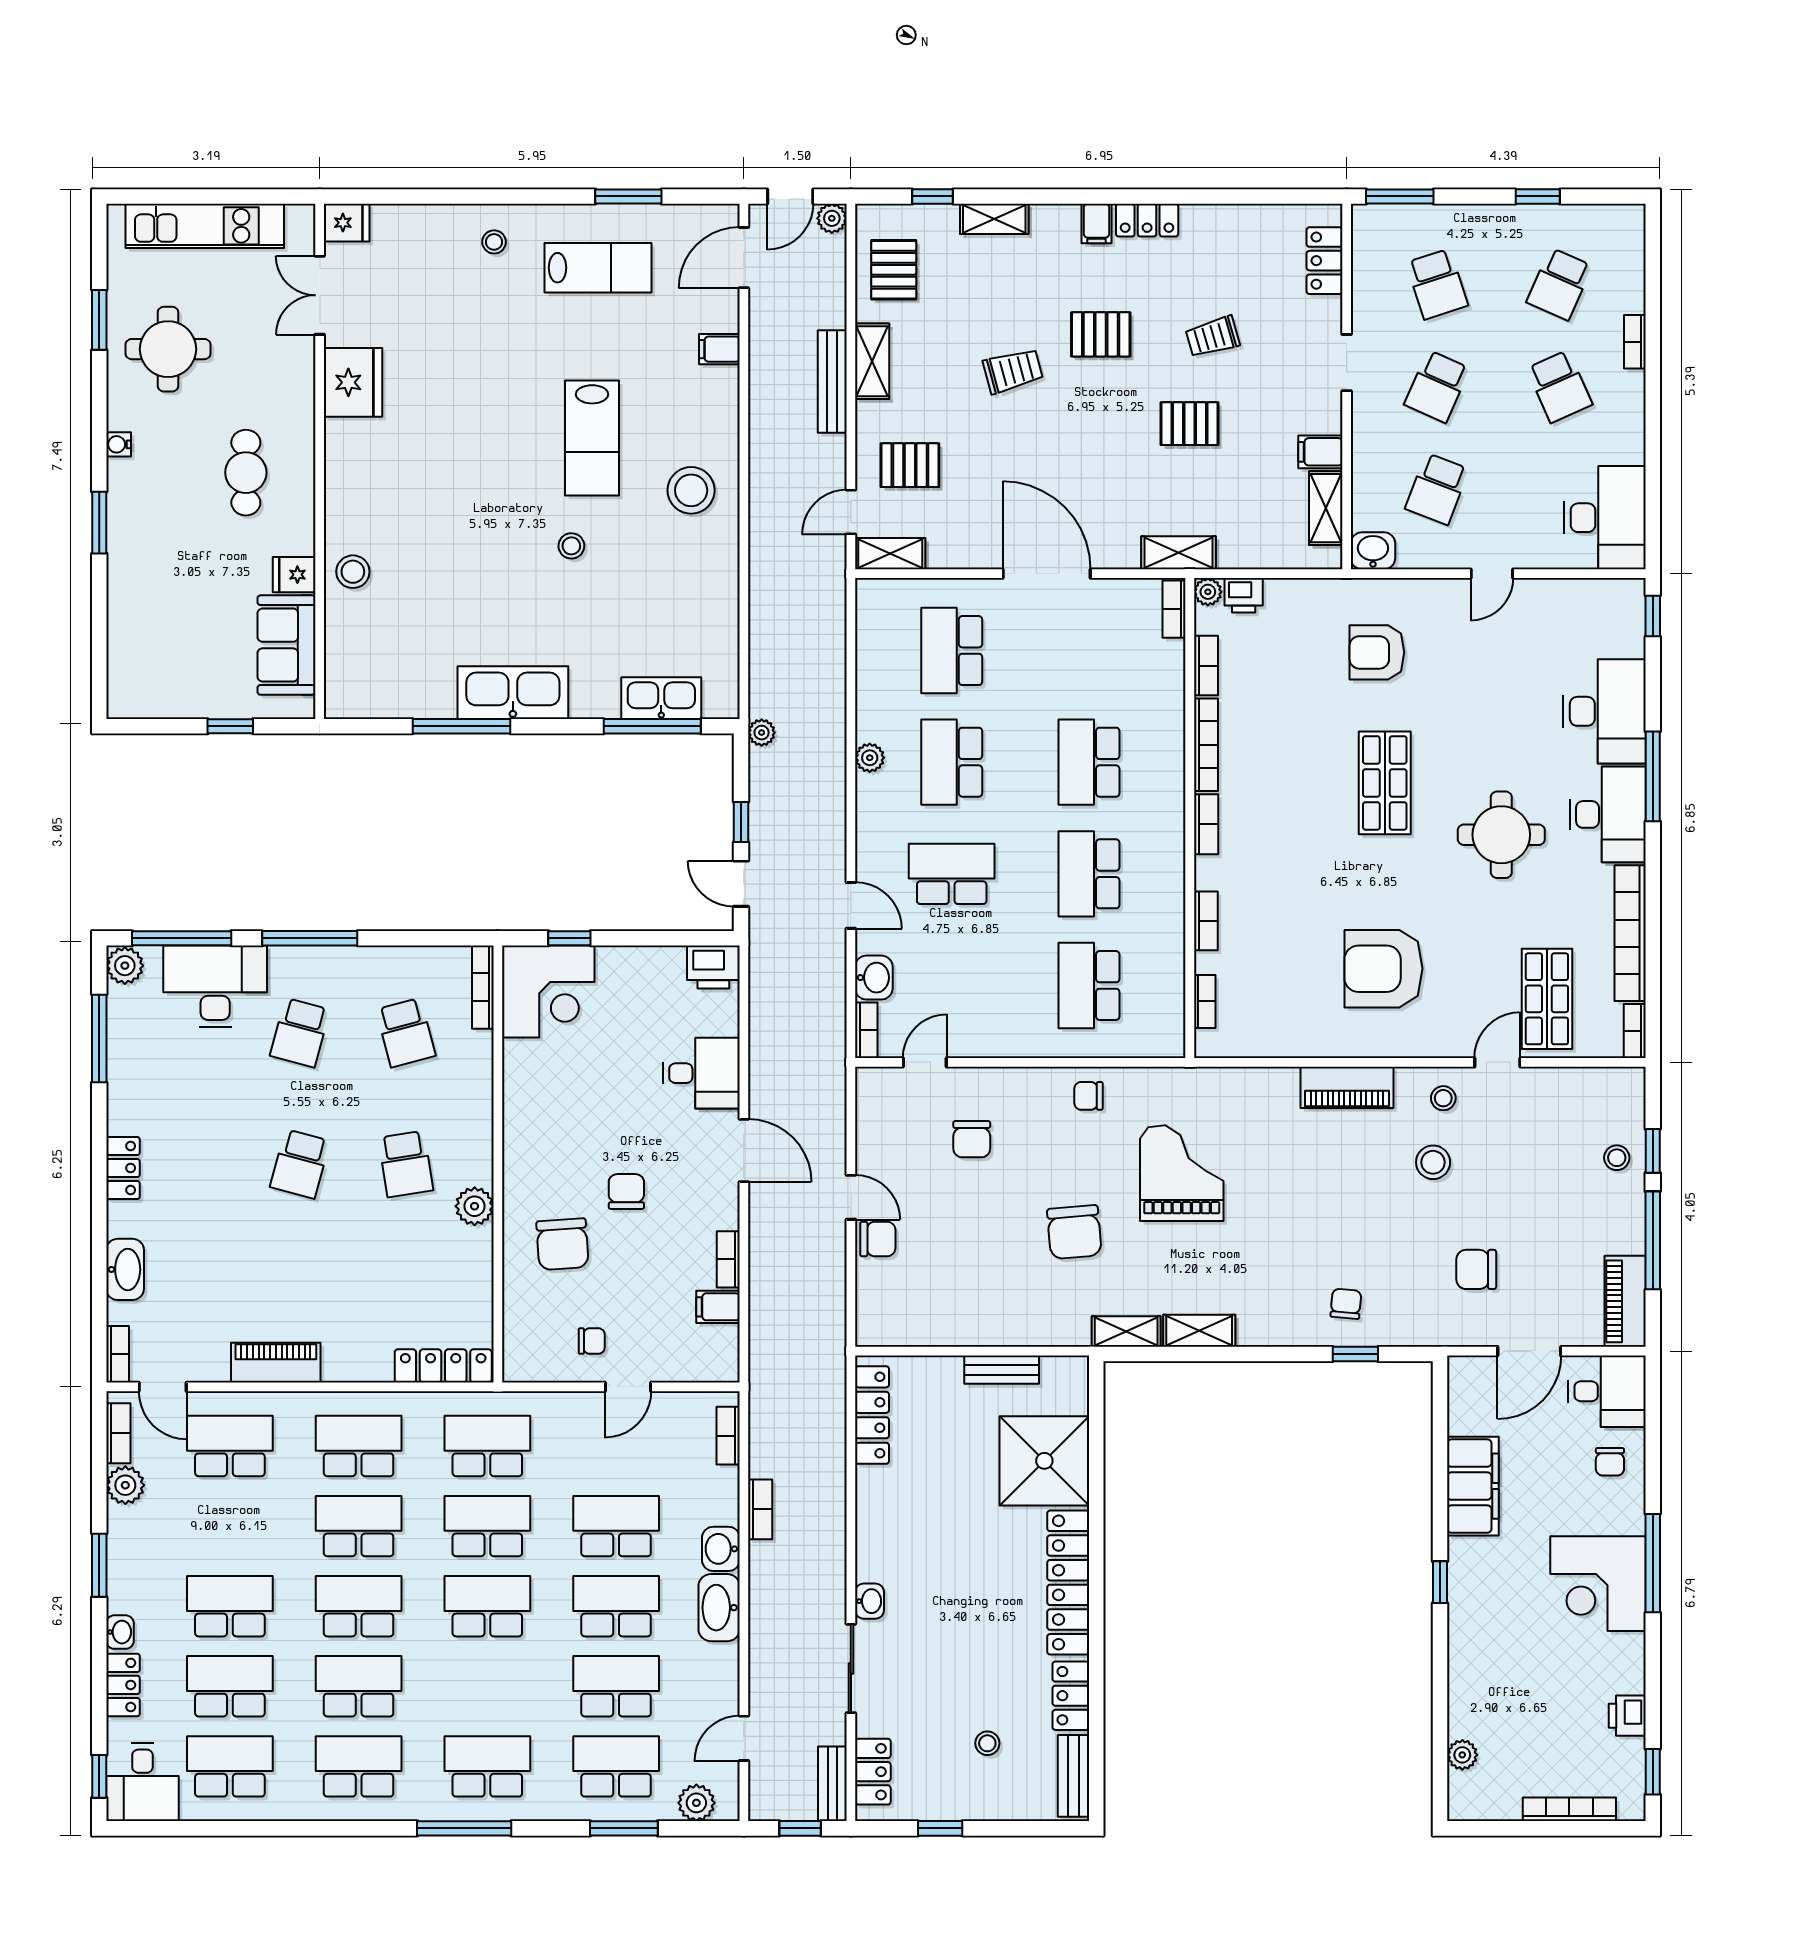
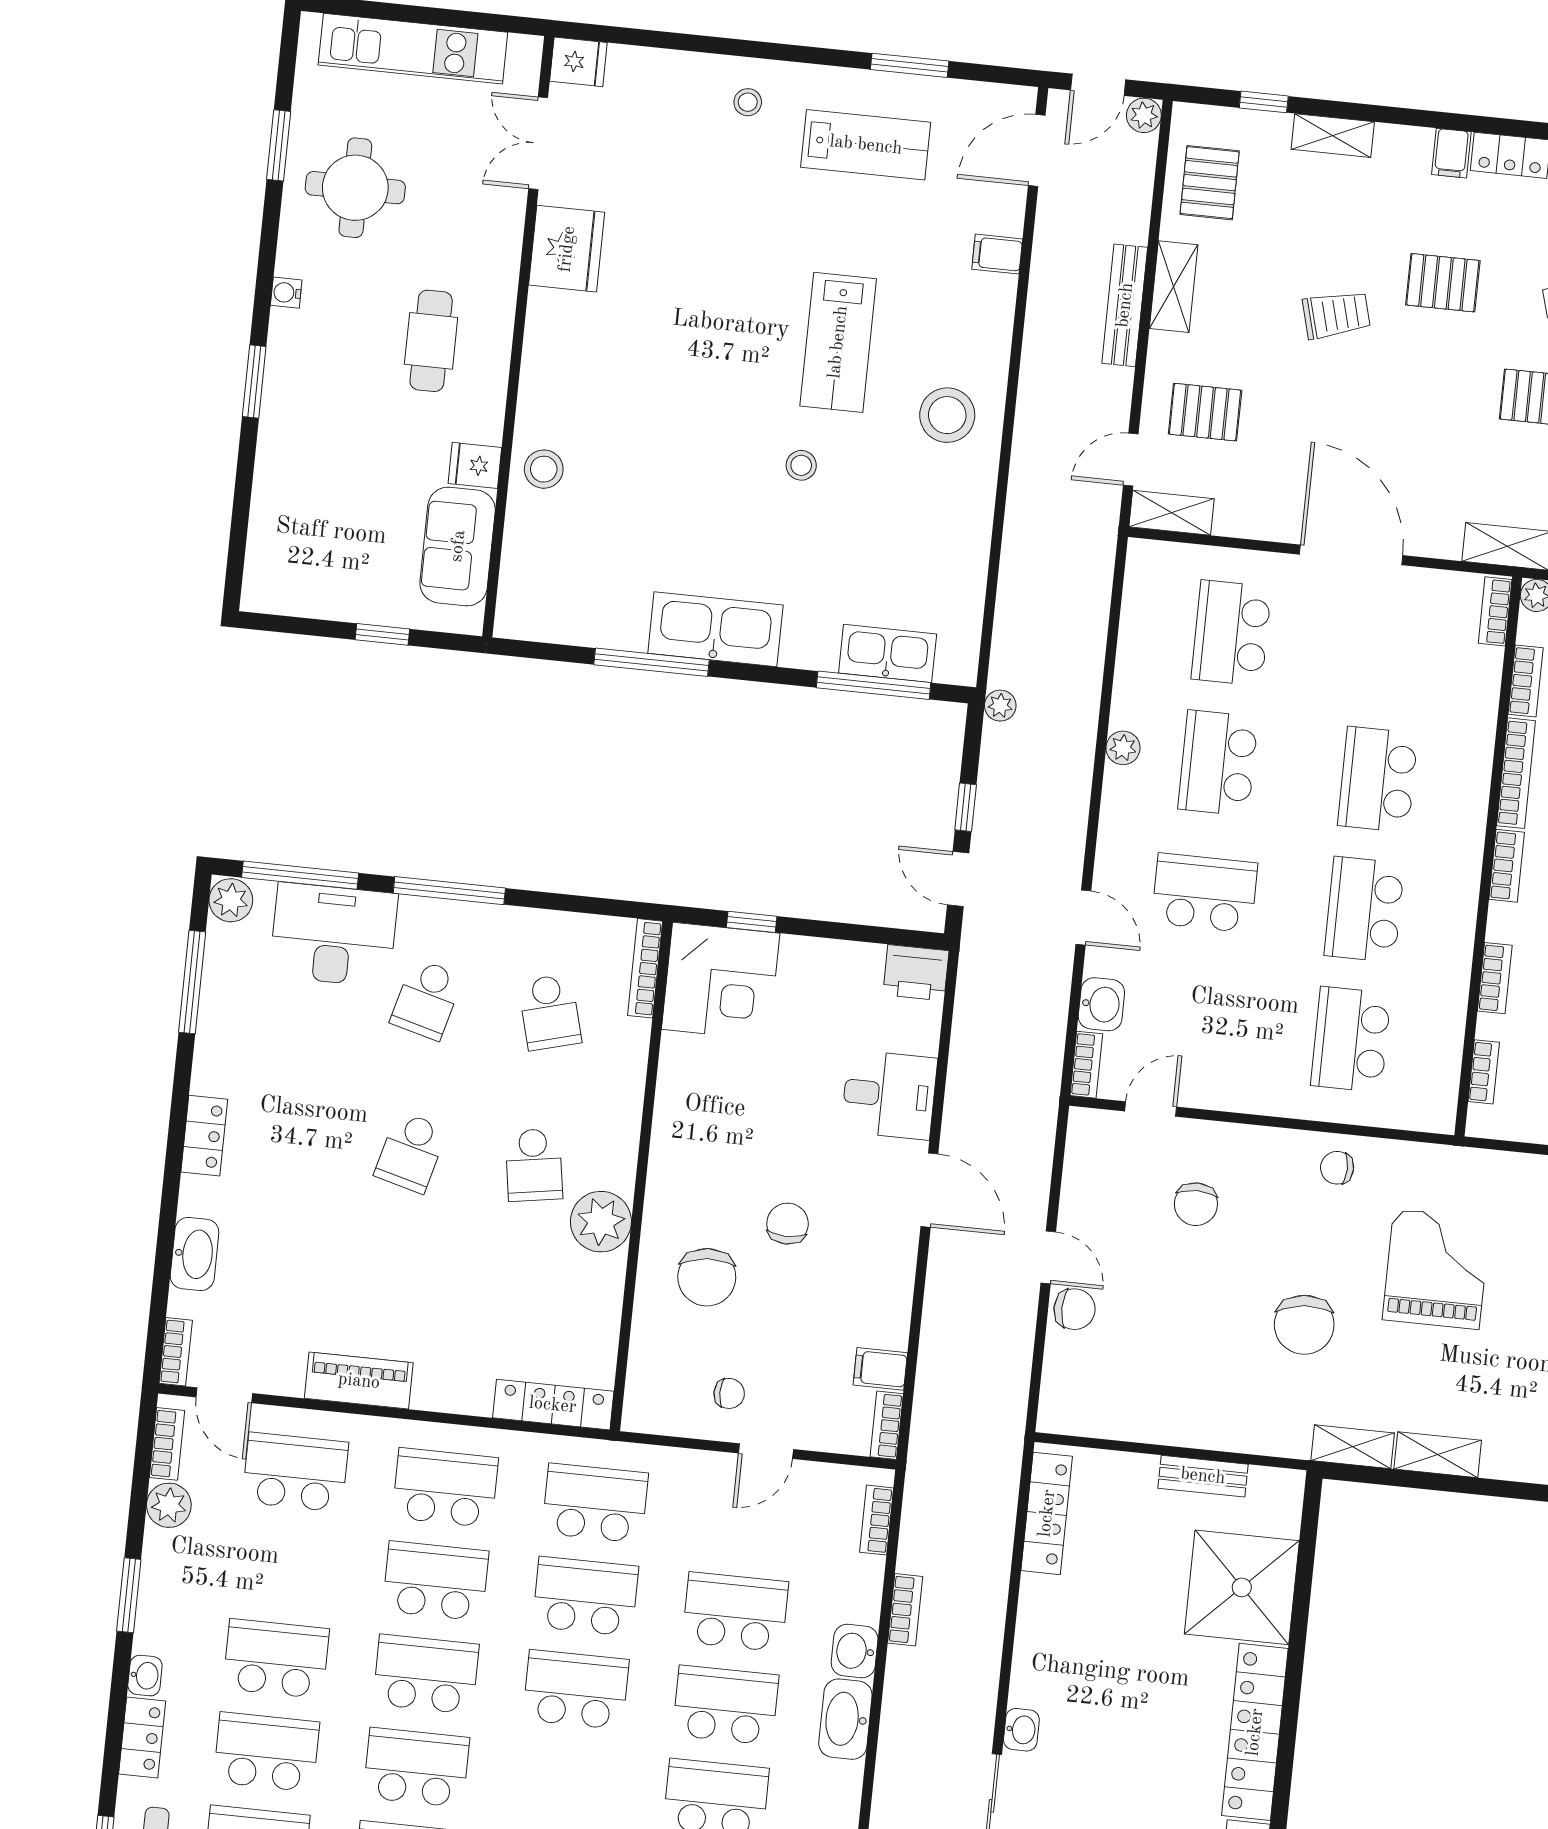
plant: (475, 1206) -> (601, 1222), width x1.36, depth x1.36
bookcase: (728, 1259) -> (887, 1425), moved

